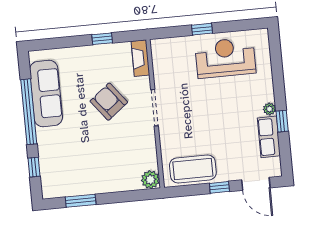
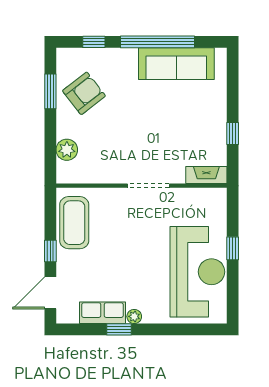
reception desk: (225, 58) -> (197, 272), width x1.36, depth x1.30
armchair: (109, 102) -> (84, 93), moved
plant: (150, 180) -> (67, 150), moved

